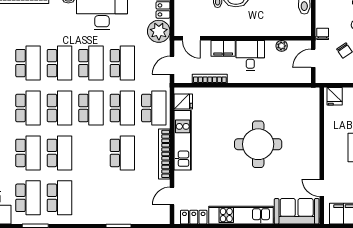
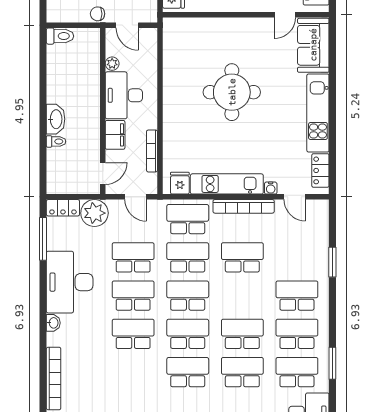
desk: (250, 56) -> (124, 95), width x1.37
school desk: (28, 63) -> (297, 296), moved
water cooler: (179, 176) -> (271, 188), added

